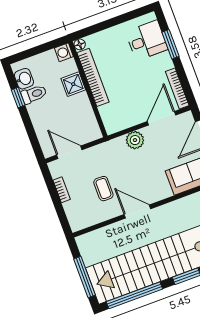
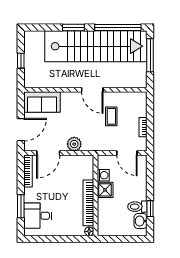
washing machine: (64, 52) -> (103, 175), moved
shower: (73, 84) -> (105, 190), moved

